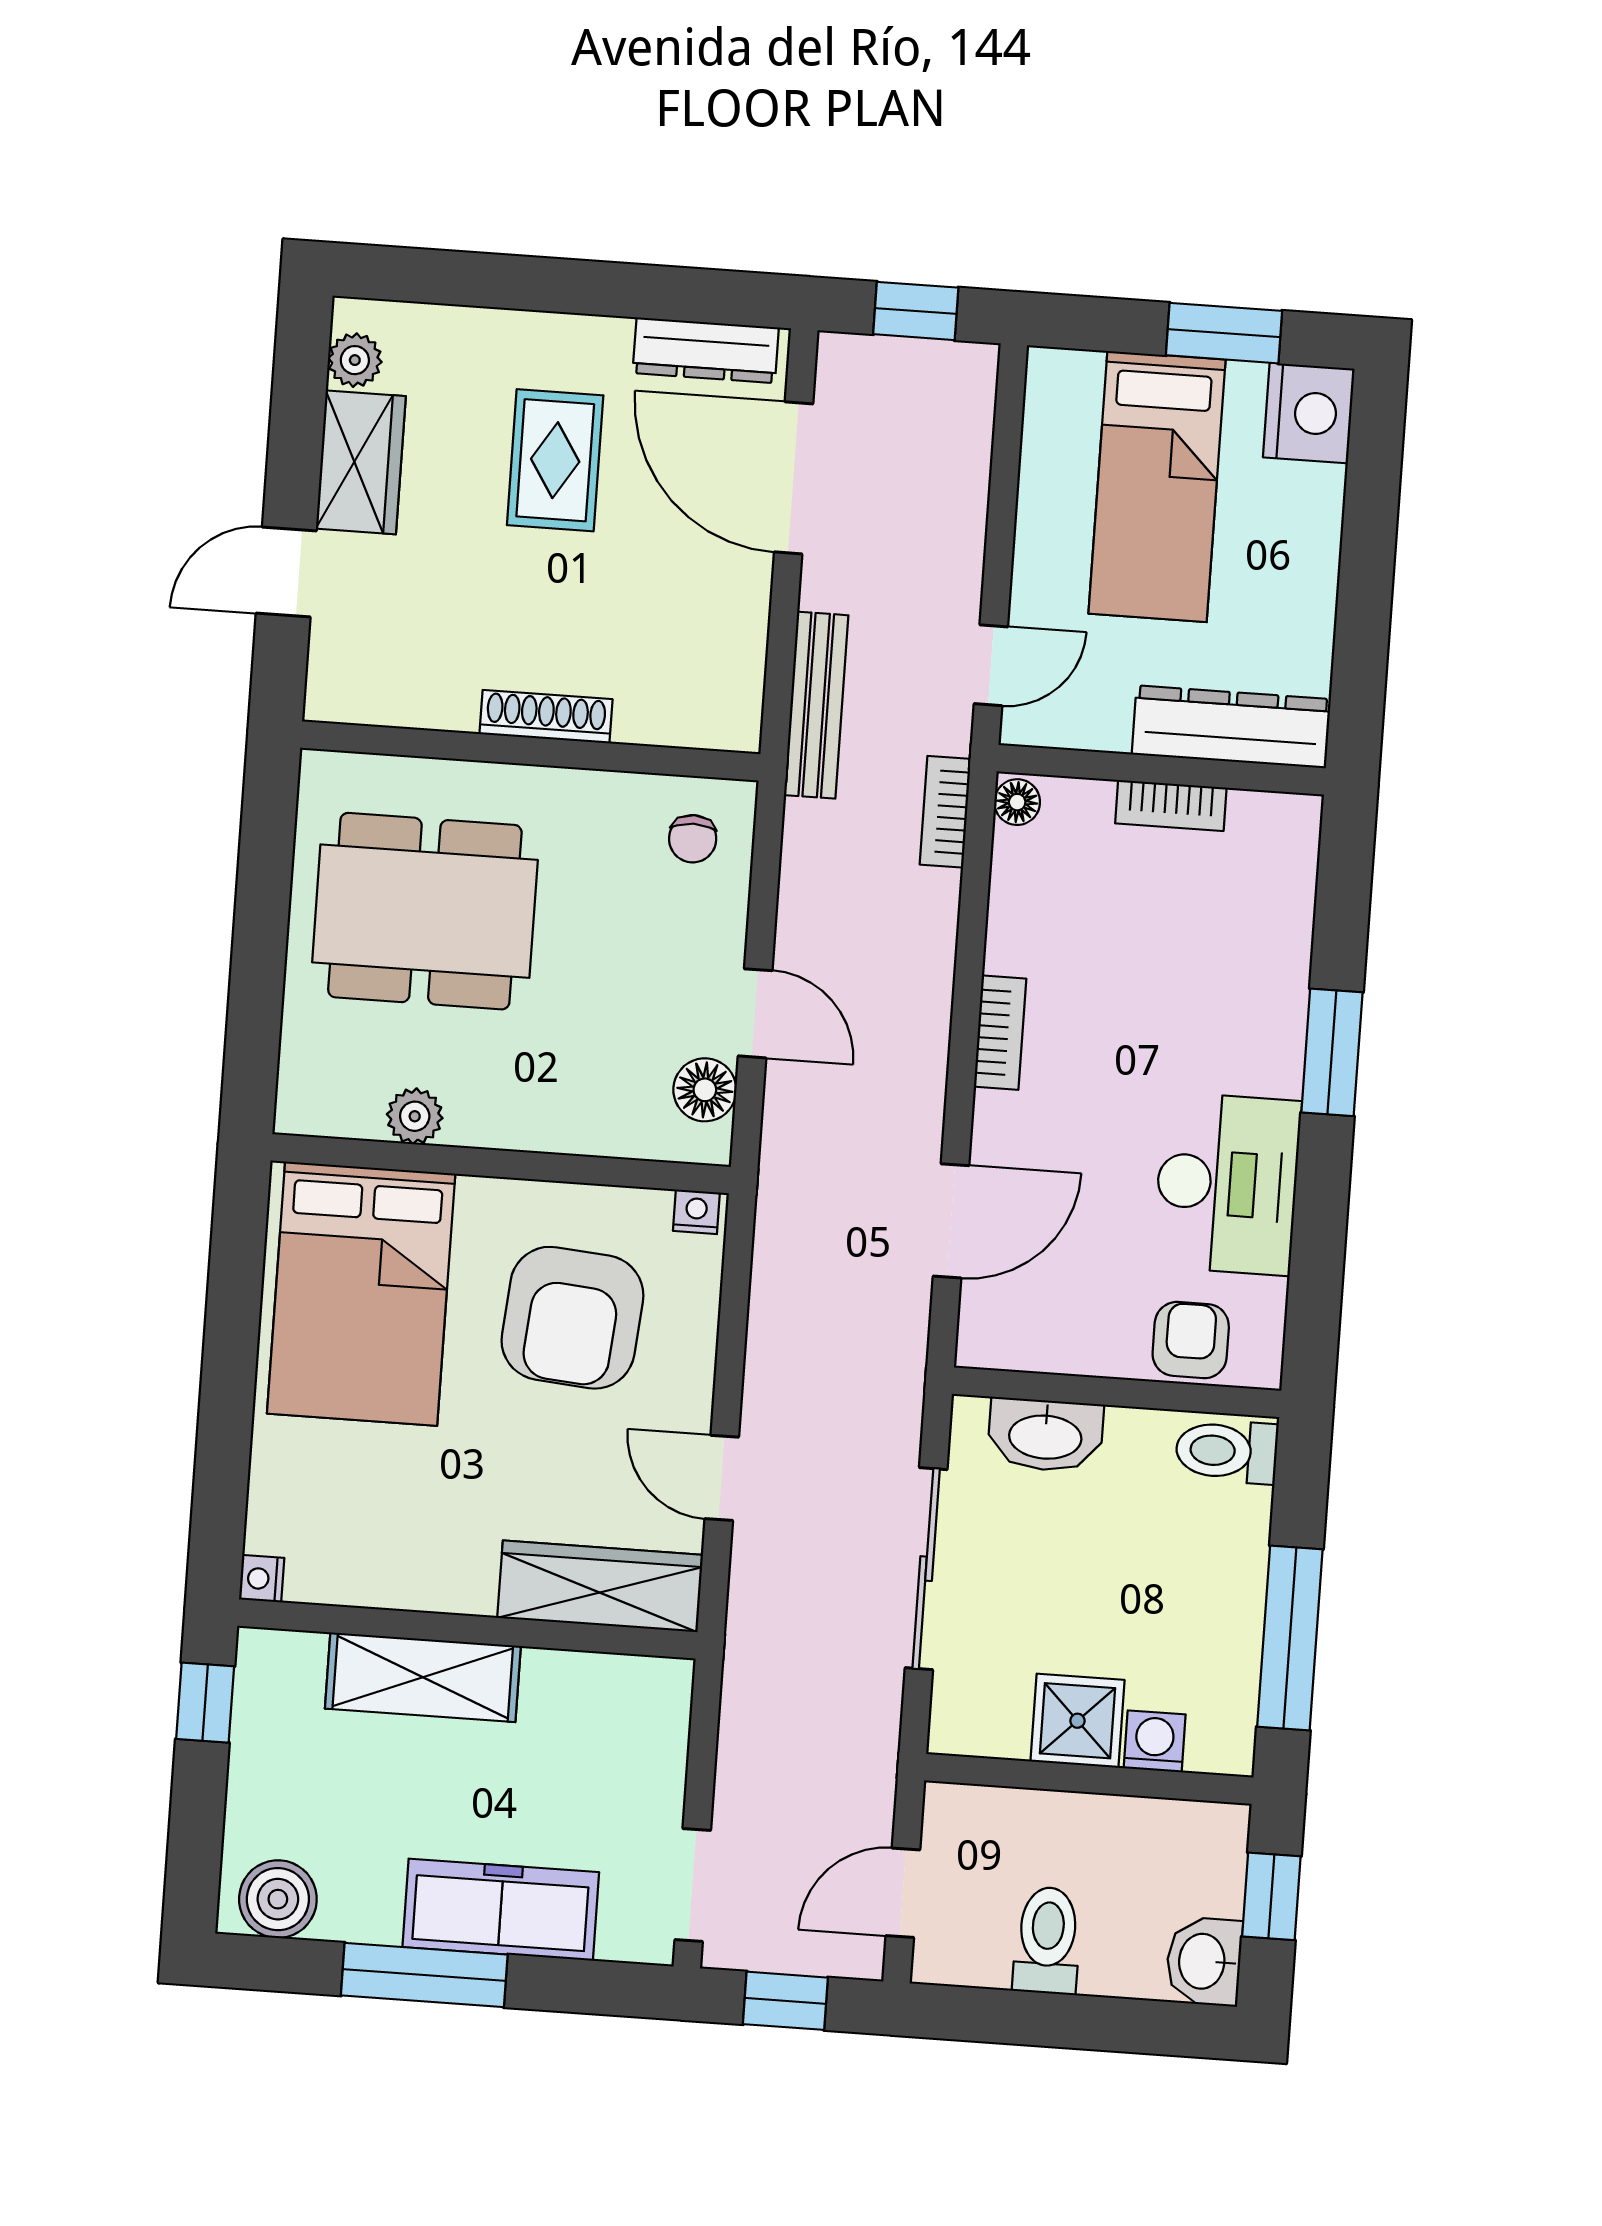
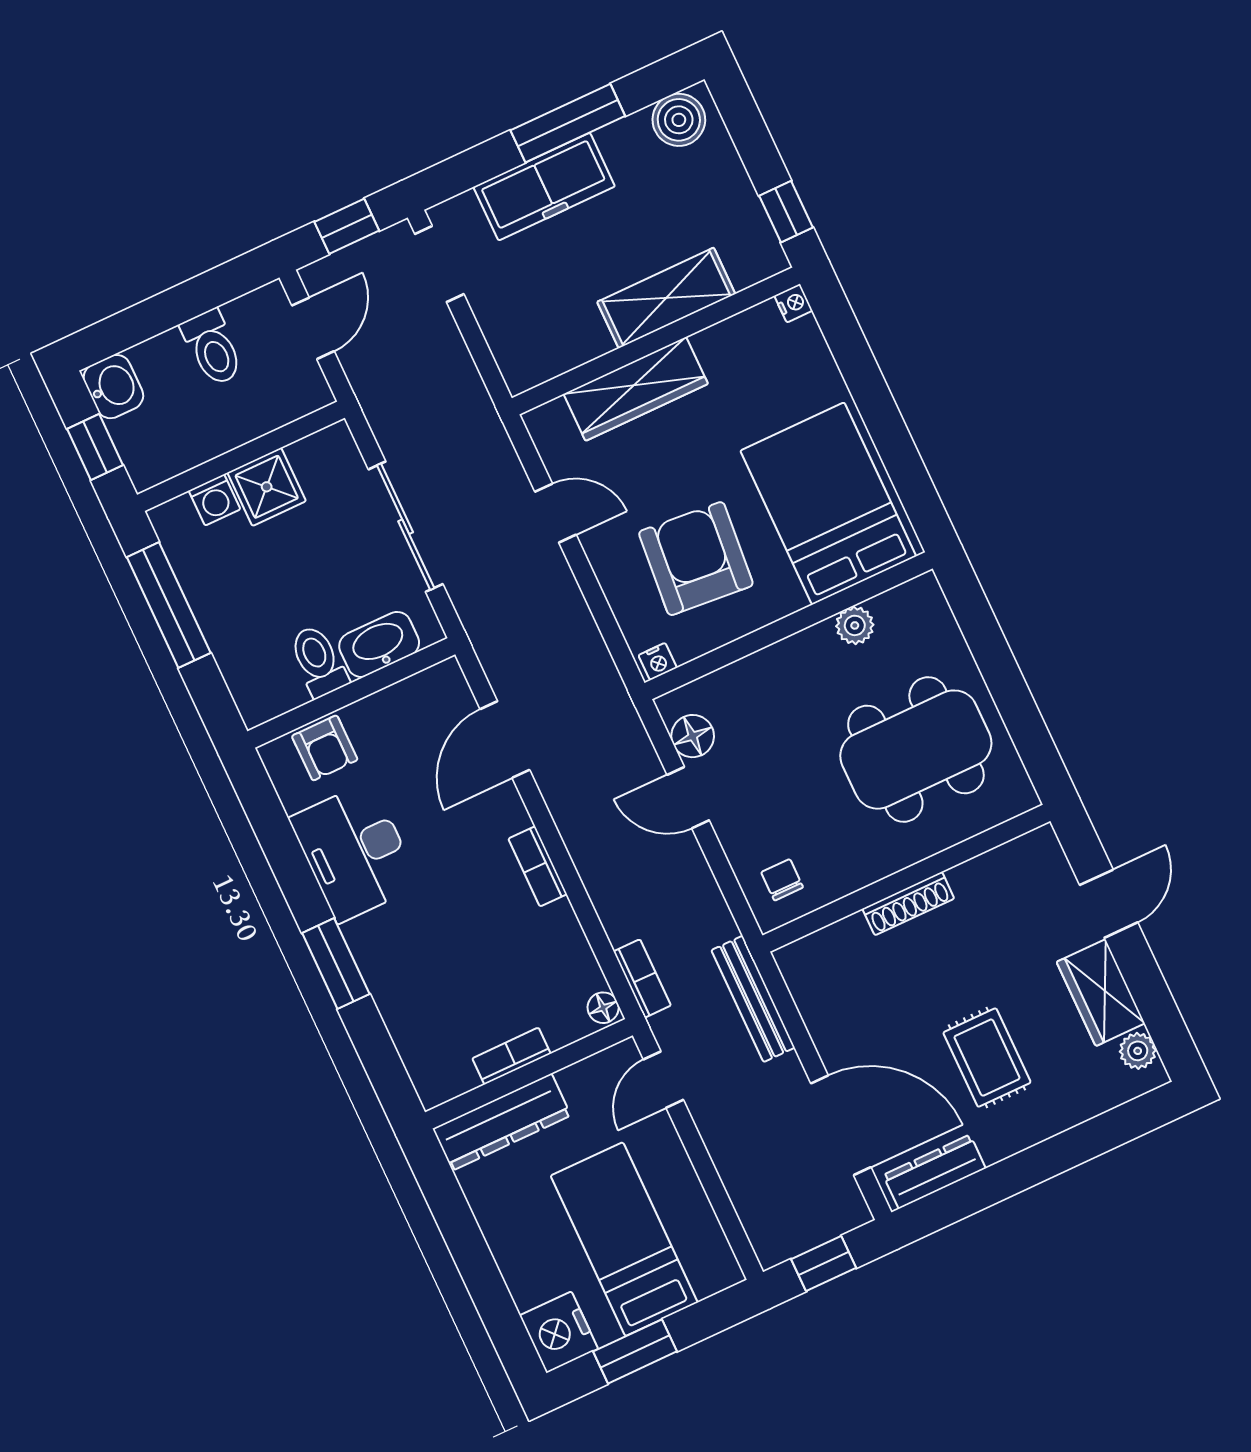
toilet: (1227, 1451) -> (318, 661), moved, turned -90
wardrobe: (600, 1586) -> (636, 389), moved

